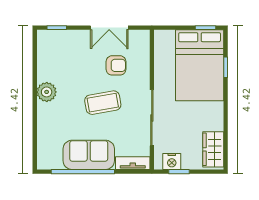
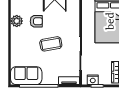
armchair: (116, 65) -> (36, 21), moved
plant: (47, 92) -> (17, 21), moved
sofa: (89, 155) -> (26, 76), moved

